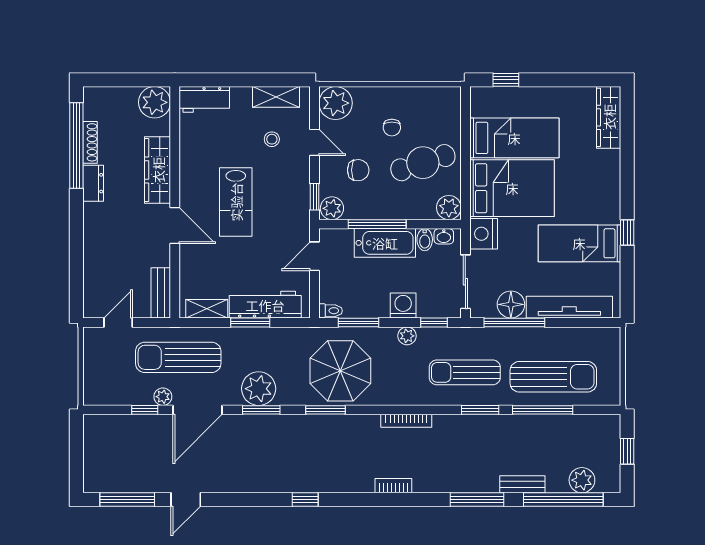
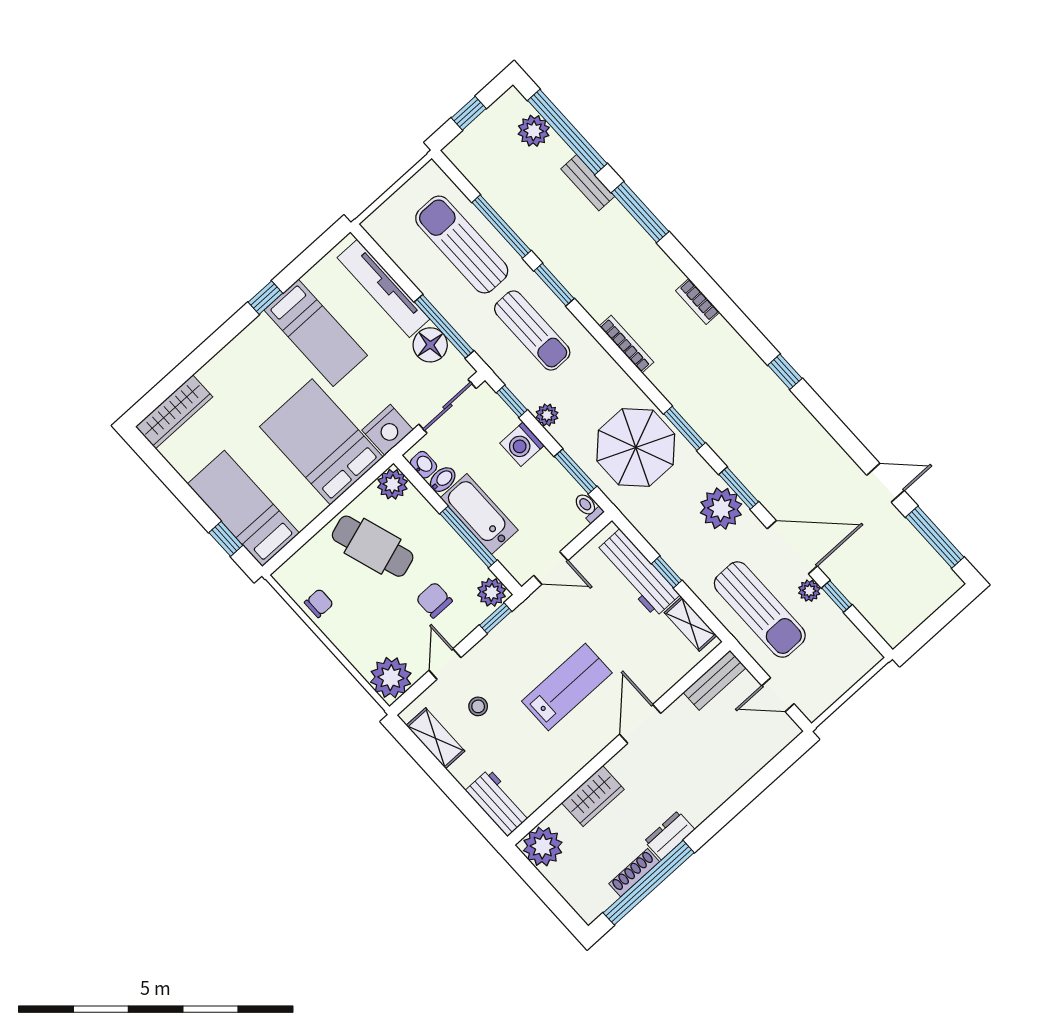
chair: (392, 128) -> (319, 603), moved
bed: (514, 138) -> (243, 509), moved
wardrobe: (158, 170) -> (593, 796), width x0.67
window: (250, 322) -> (667, 572), width x0.67

